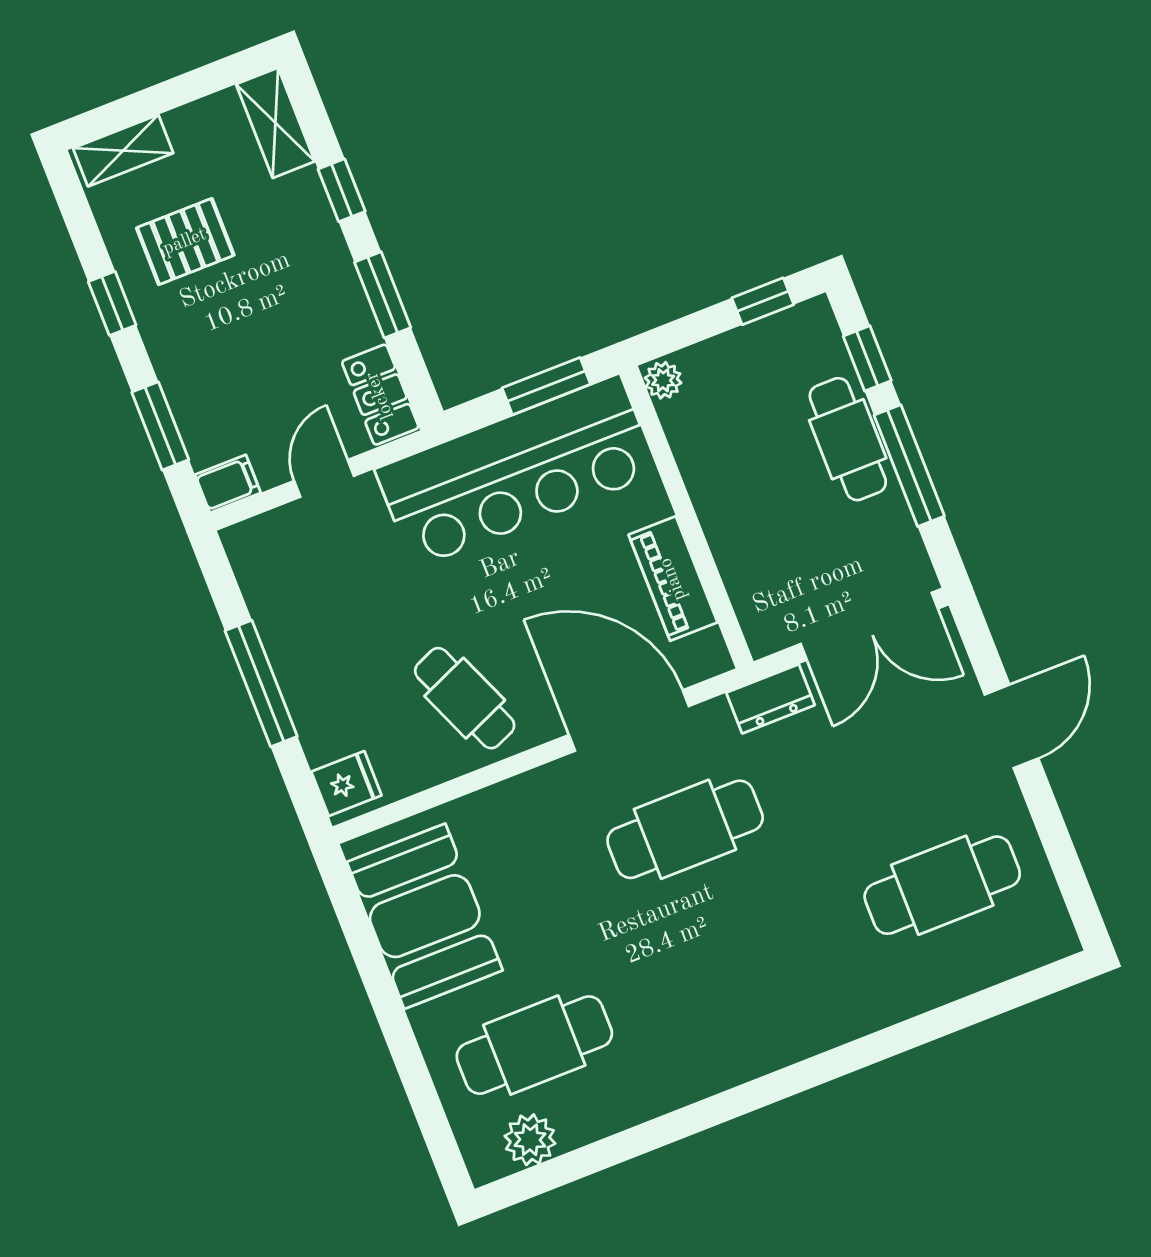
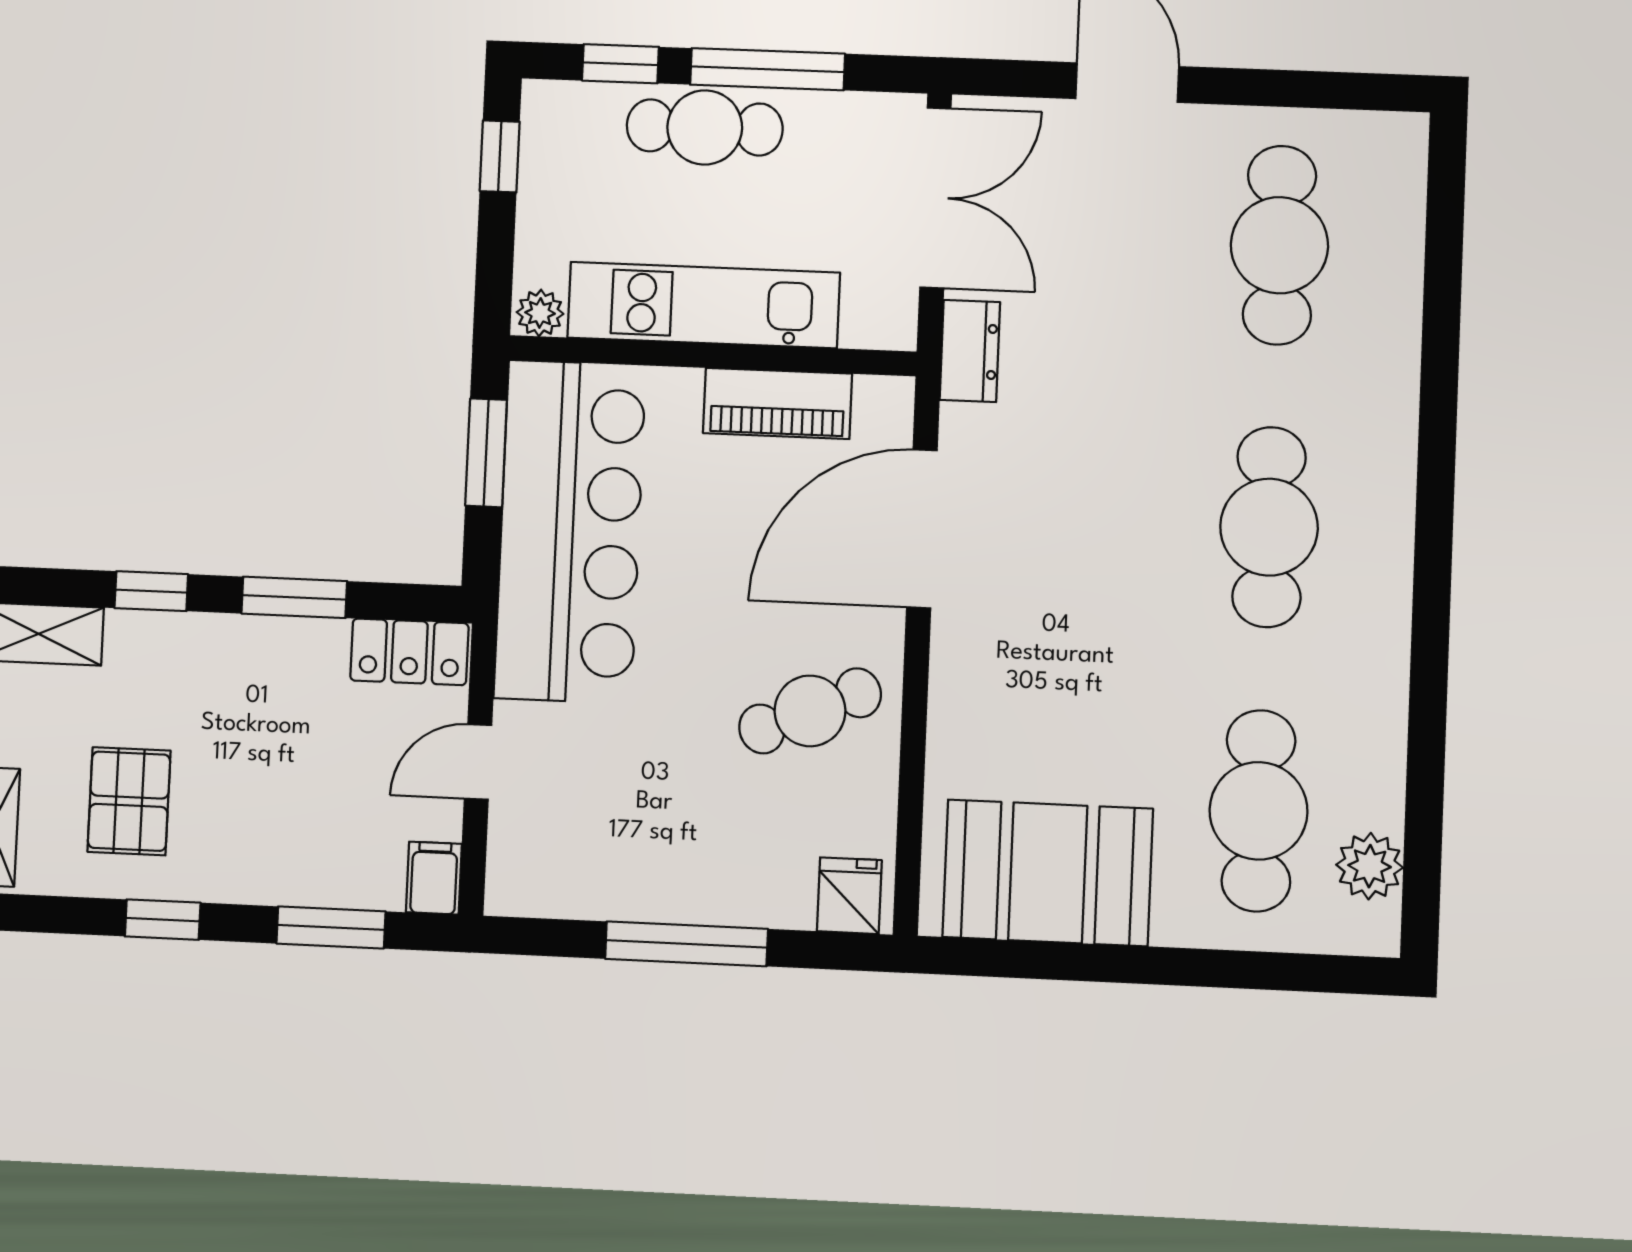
door: (324, 478) -> (478, 762), hinge flipped
kitchen unit: (720, 495) -> (704, 305), added
cafe table: (685, 829) -> (1269, 527), moved

